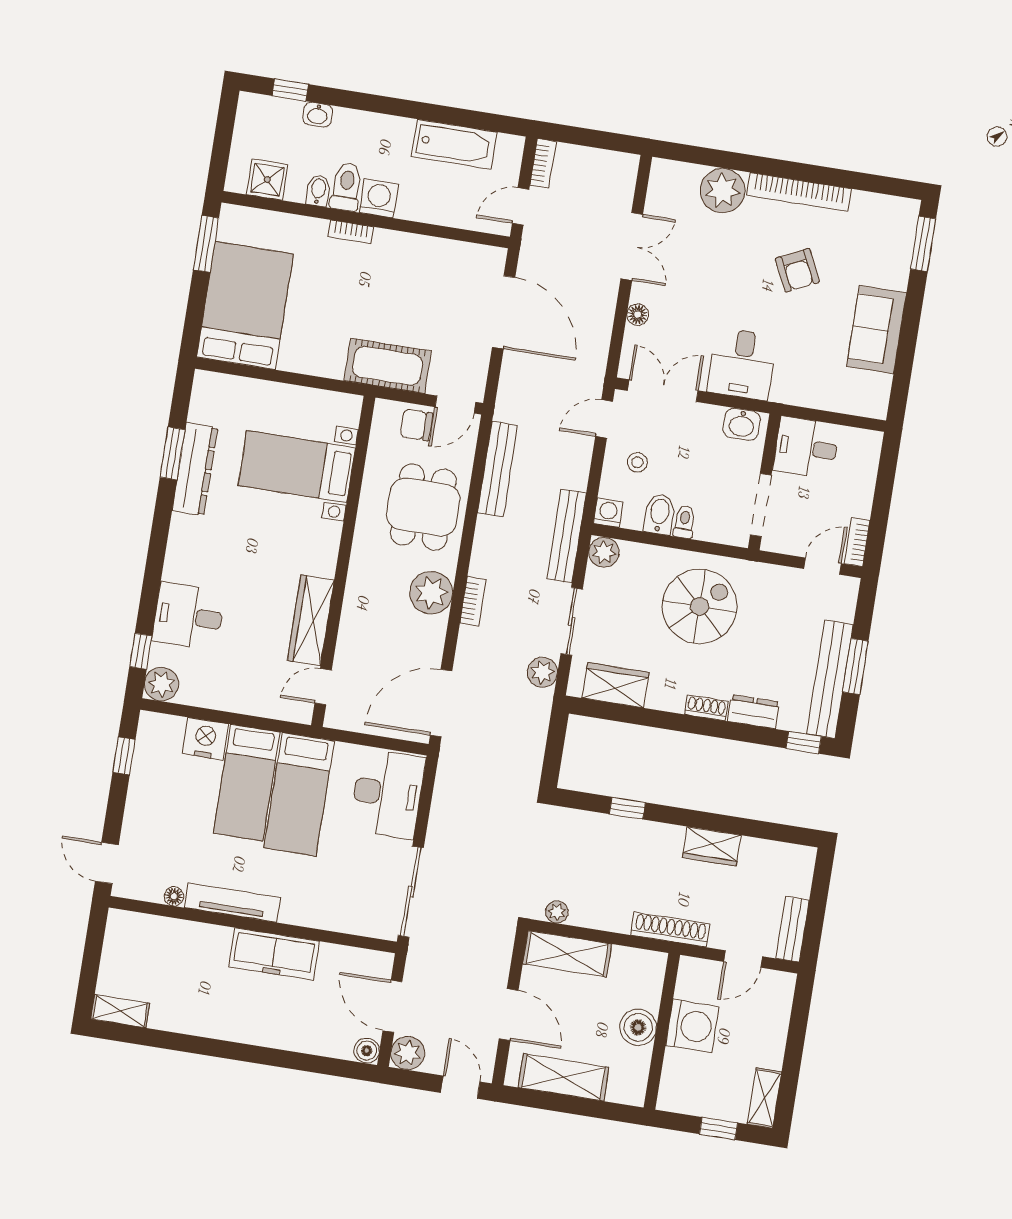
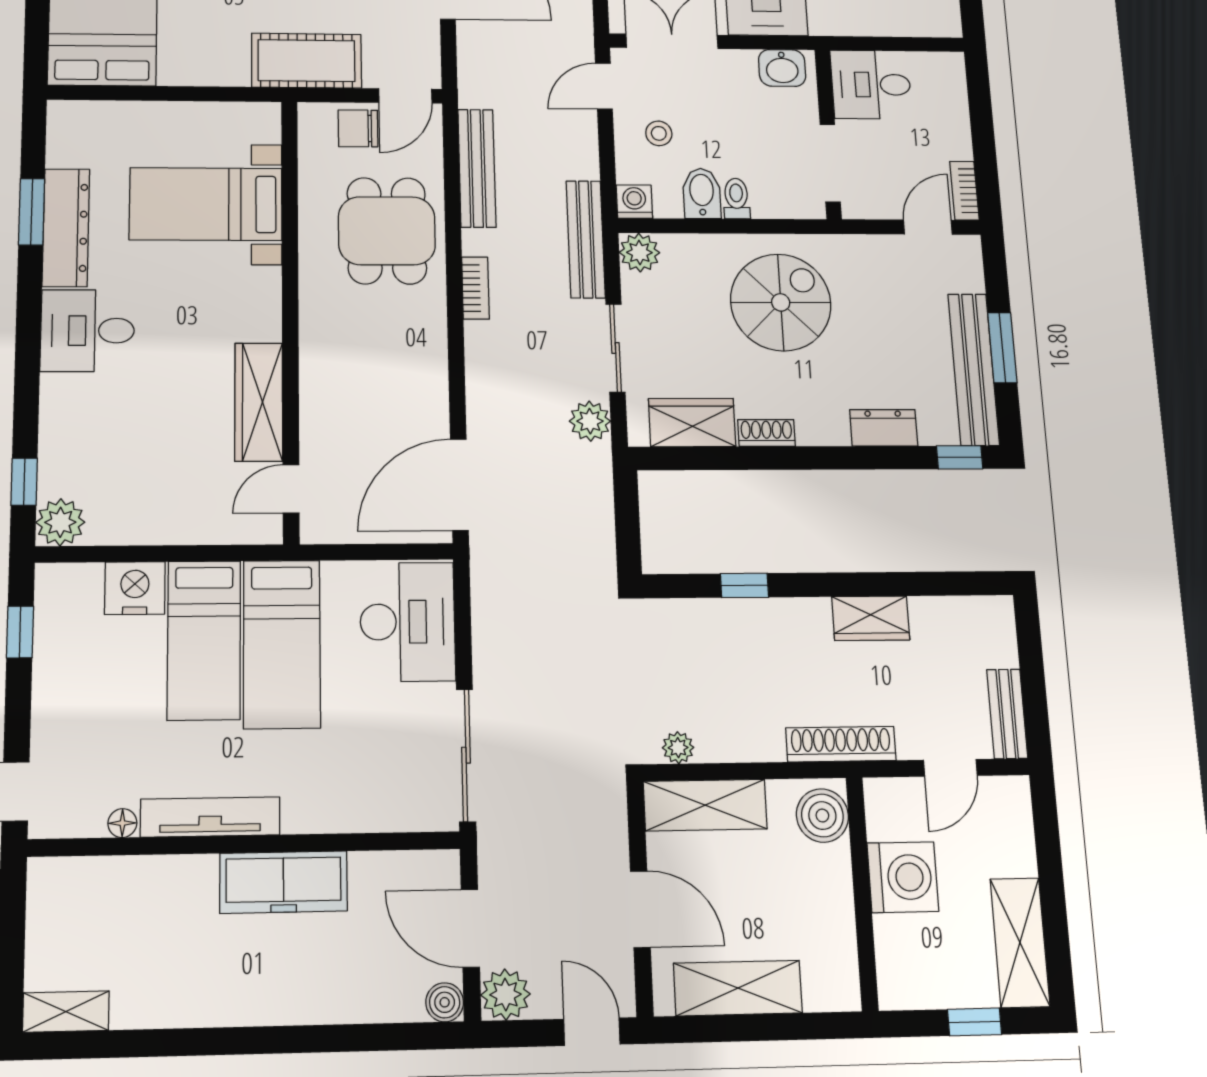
plant: (431, 593) -> (418, 340), removed
bookcase: (473, 601) -> (475, 288), moved
desk: (188, 616) -> (87, 331), moved
shoe rack: (706, 708) -> (766, 433), moved
boiler: (638, 1027) -> (822, 816), moved
shelving: (764, 1098) -> (1020, 943), width x1.50, depth x1.33

